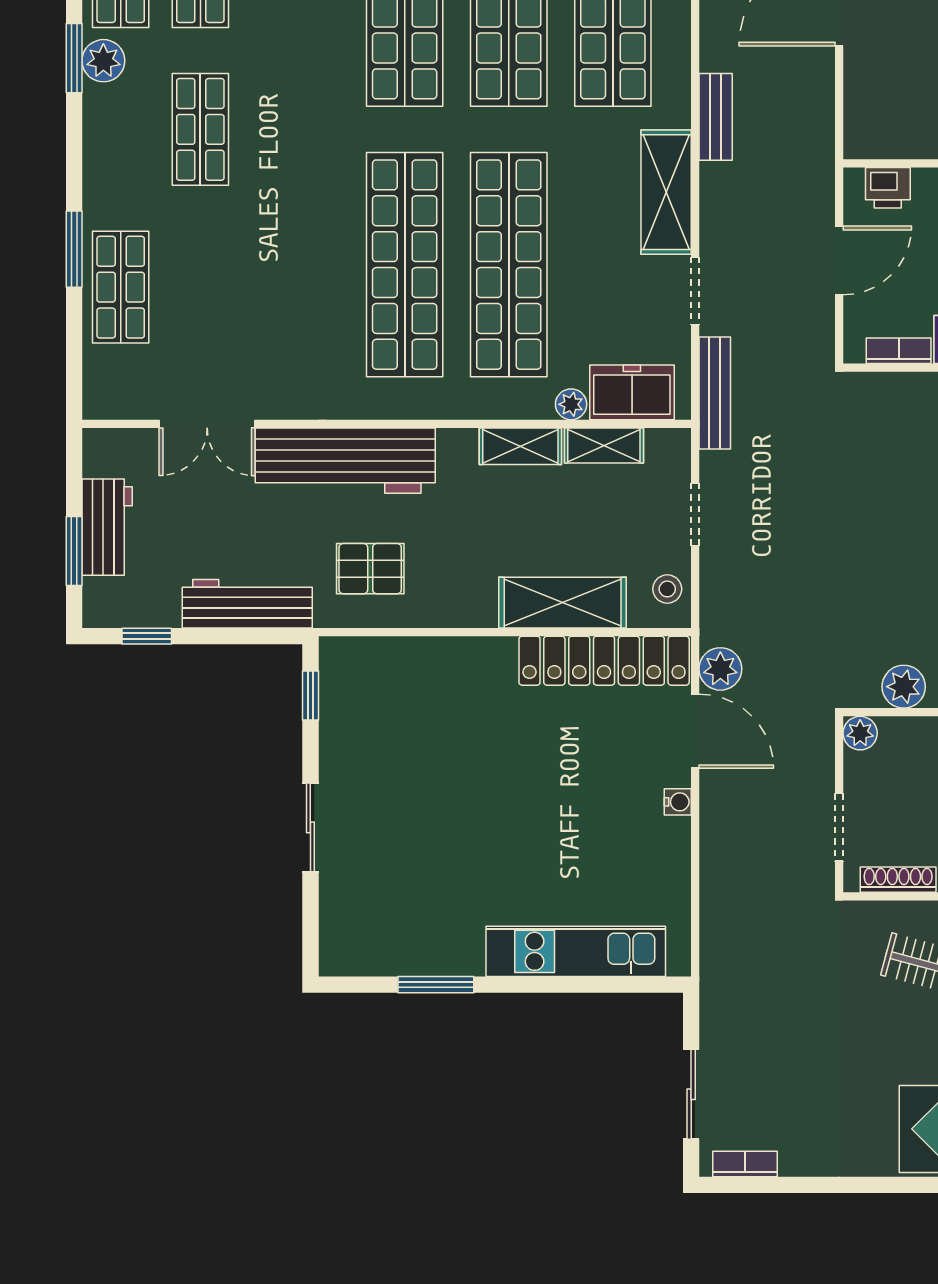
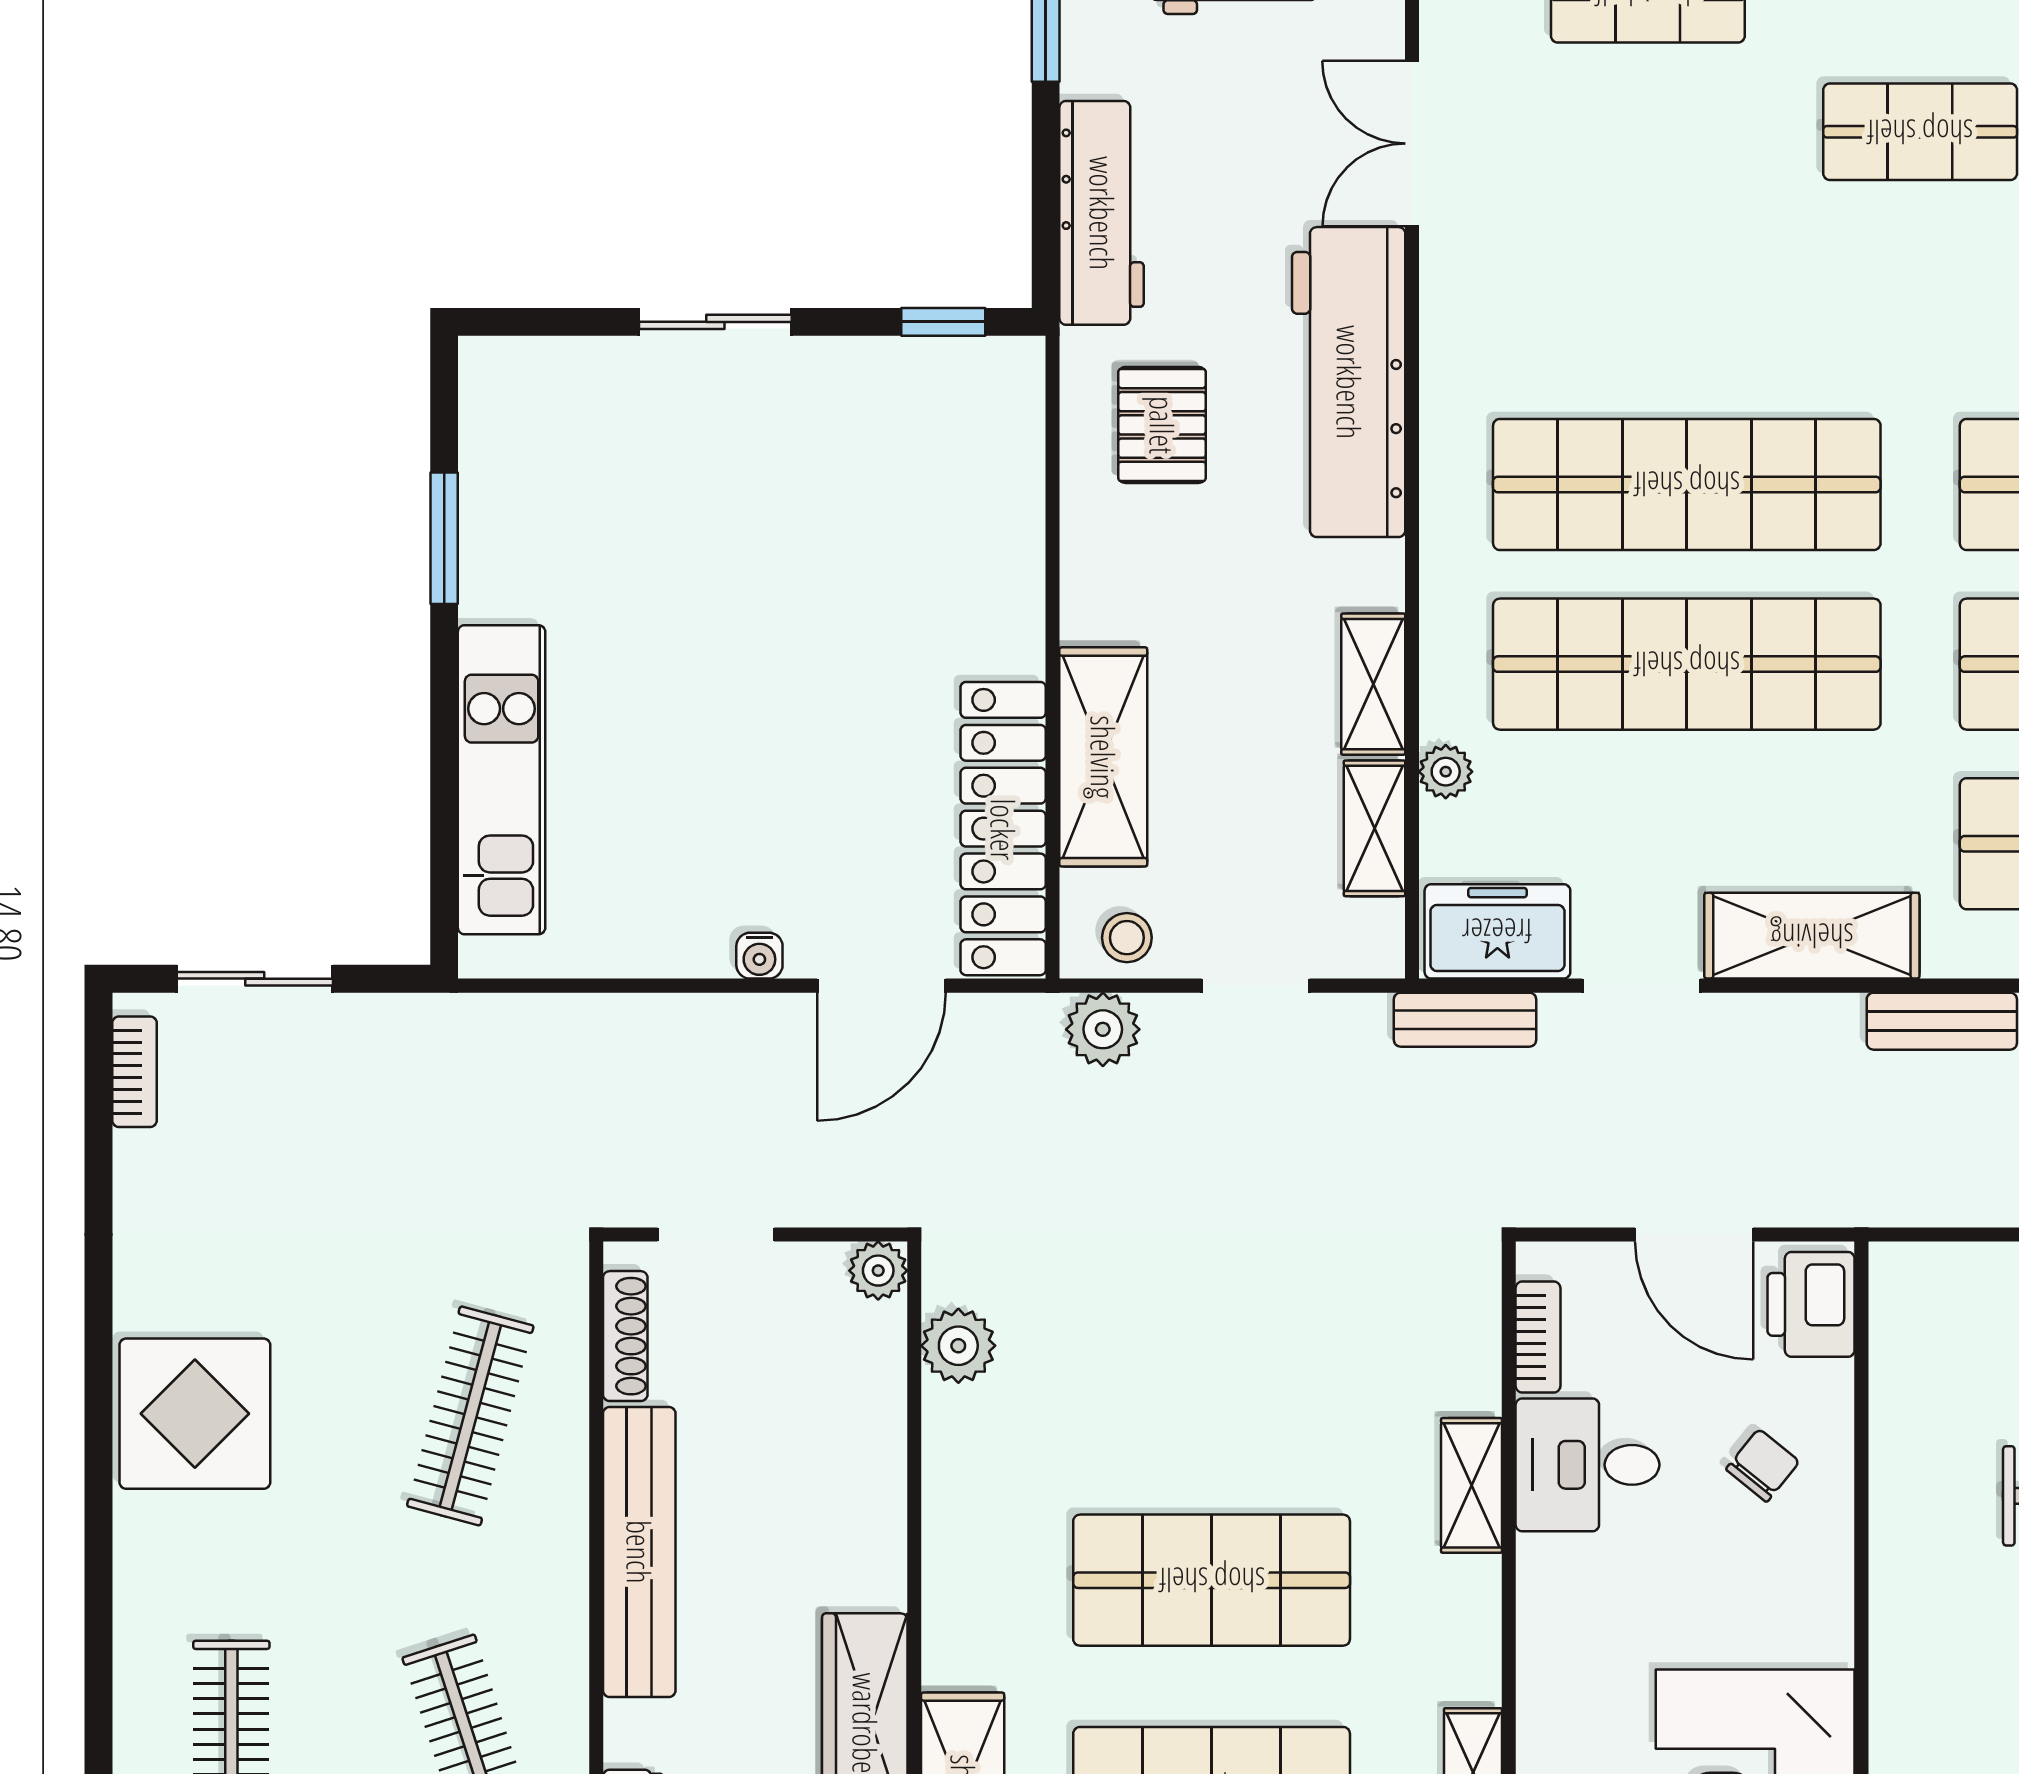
printer: (888, 188) -> (1811, 1304), width x1.36, depth x1.24
freezer: (632, 392) -> (1497, 931), moved, turned -90
bench: (715, 393) -> (1465, 1020), width x0.73
plant: (720, 669) -> (1103, 1029), moved

